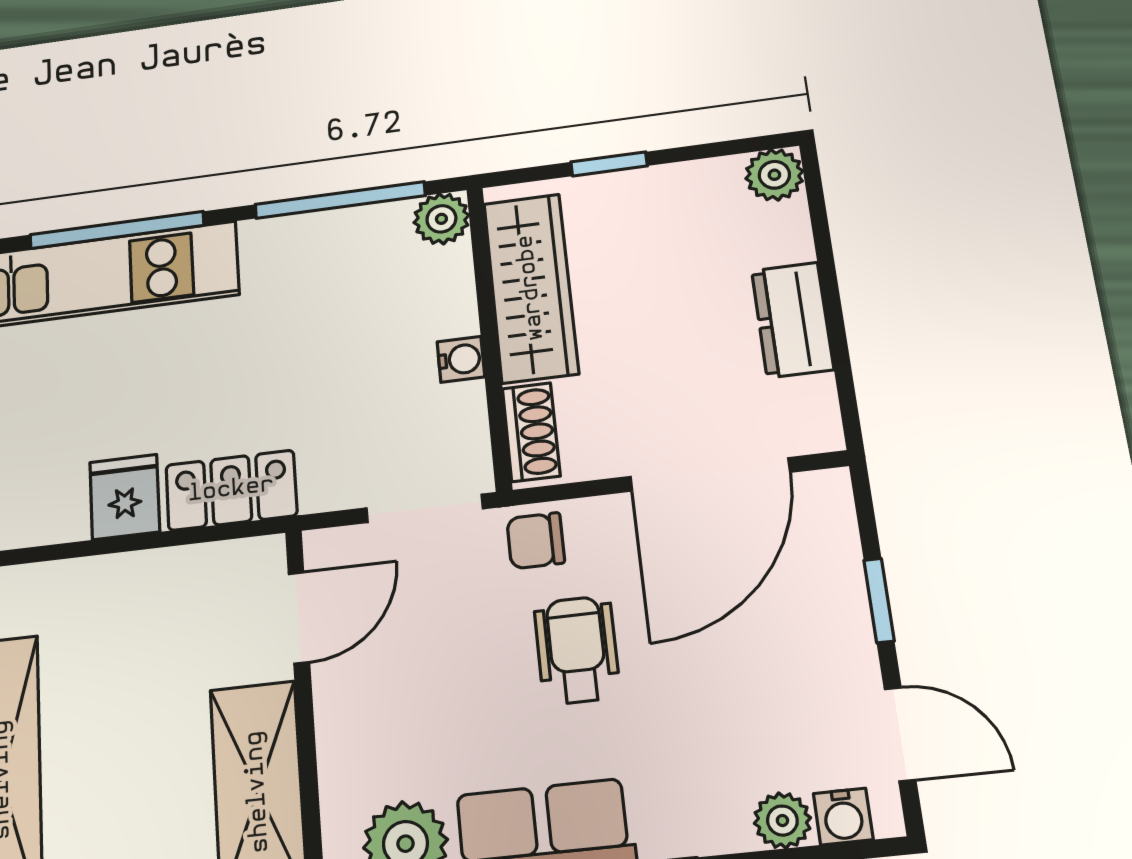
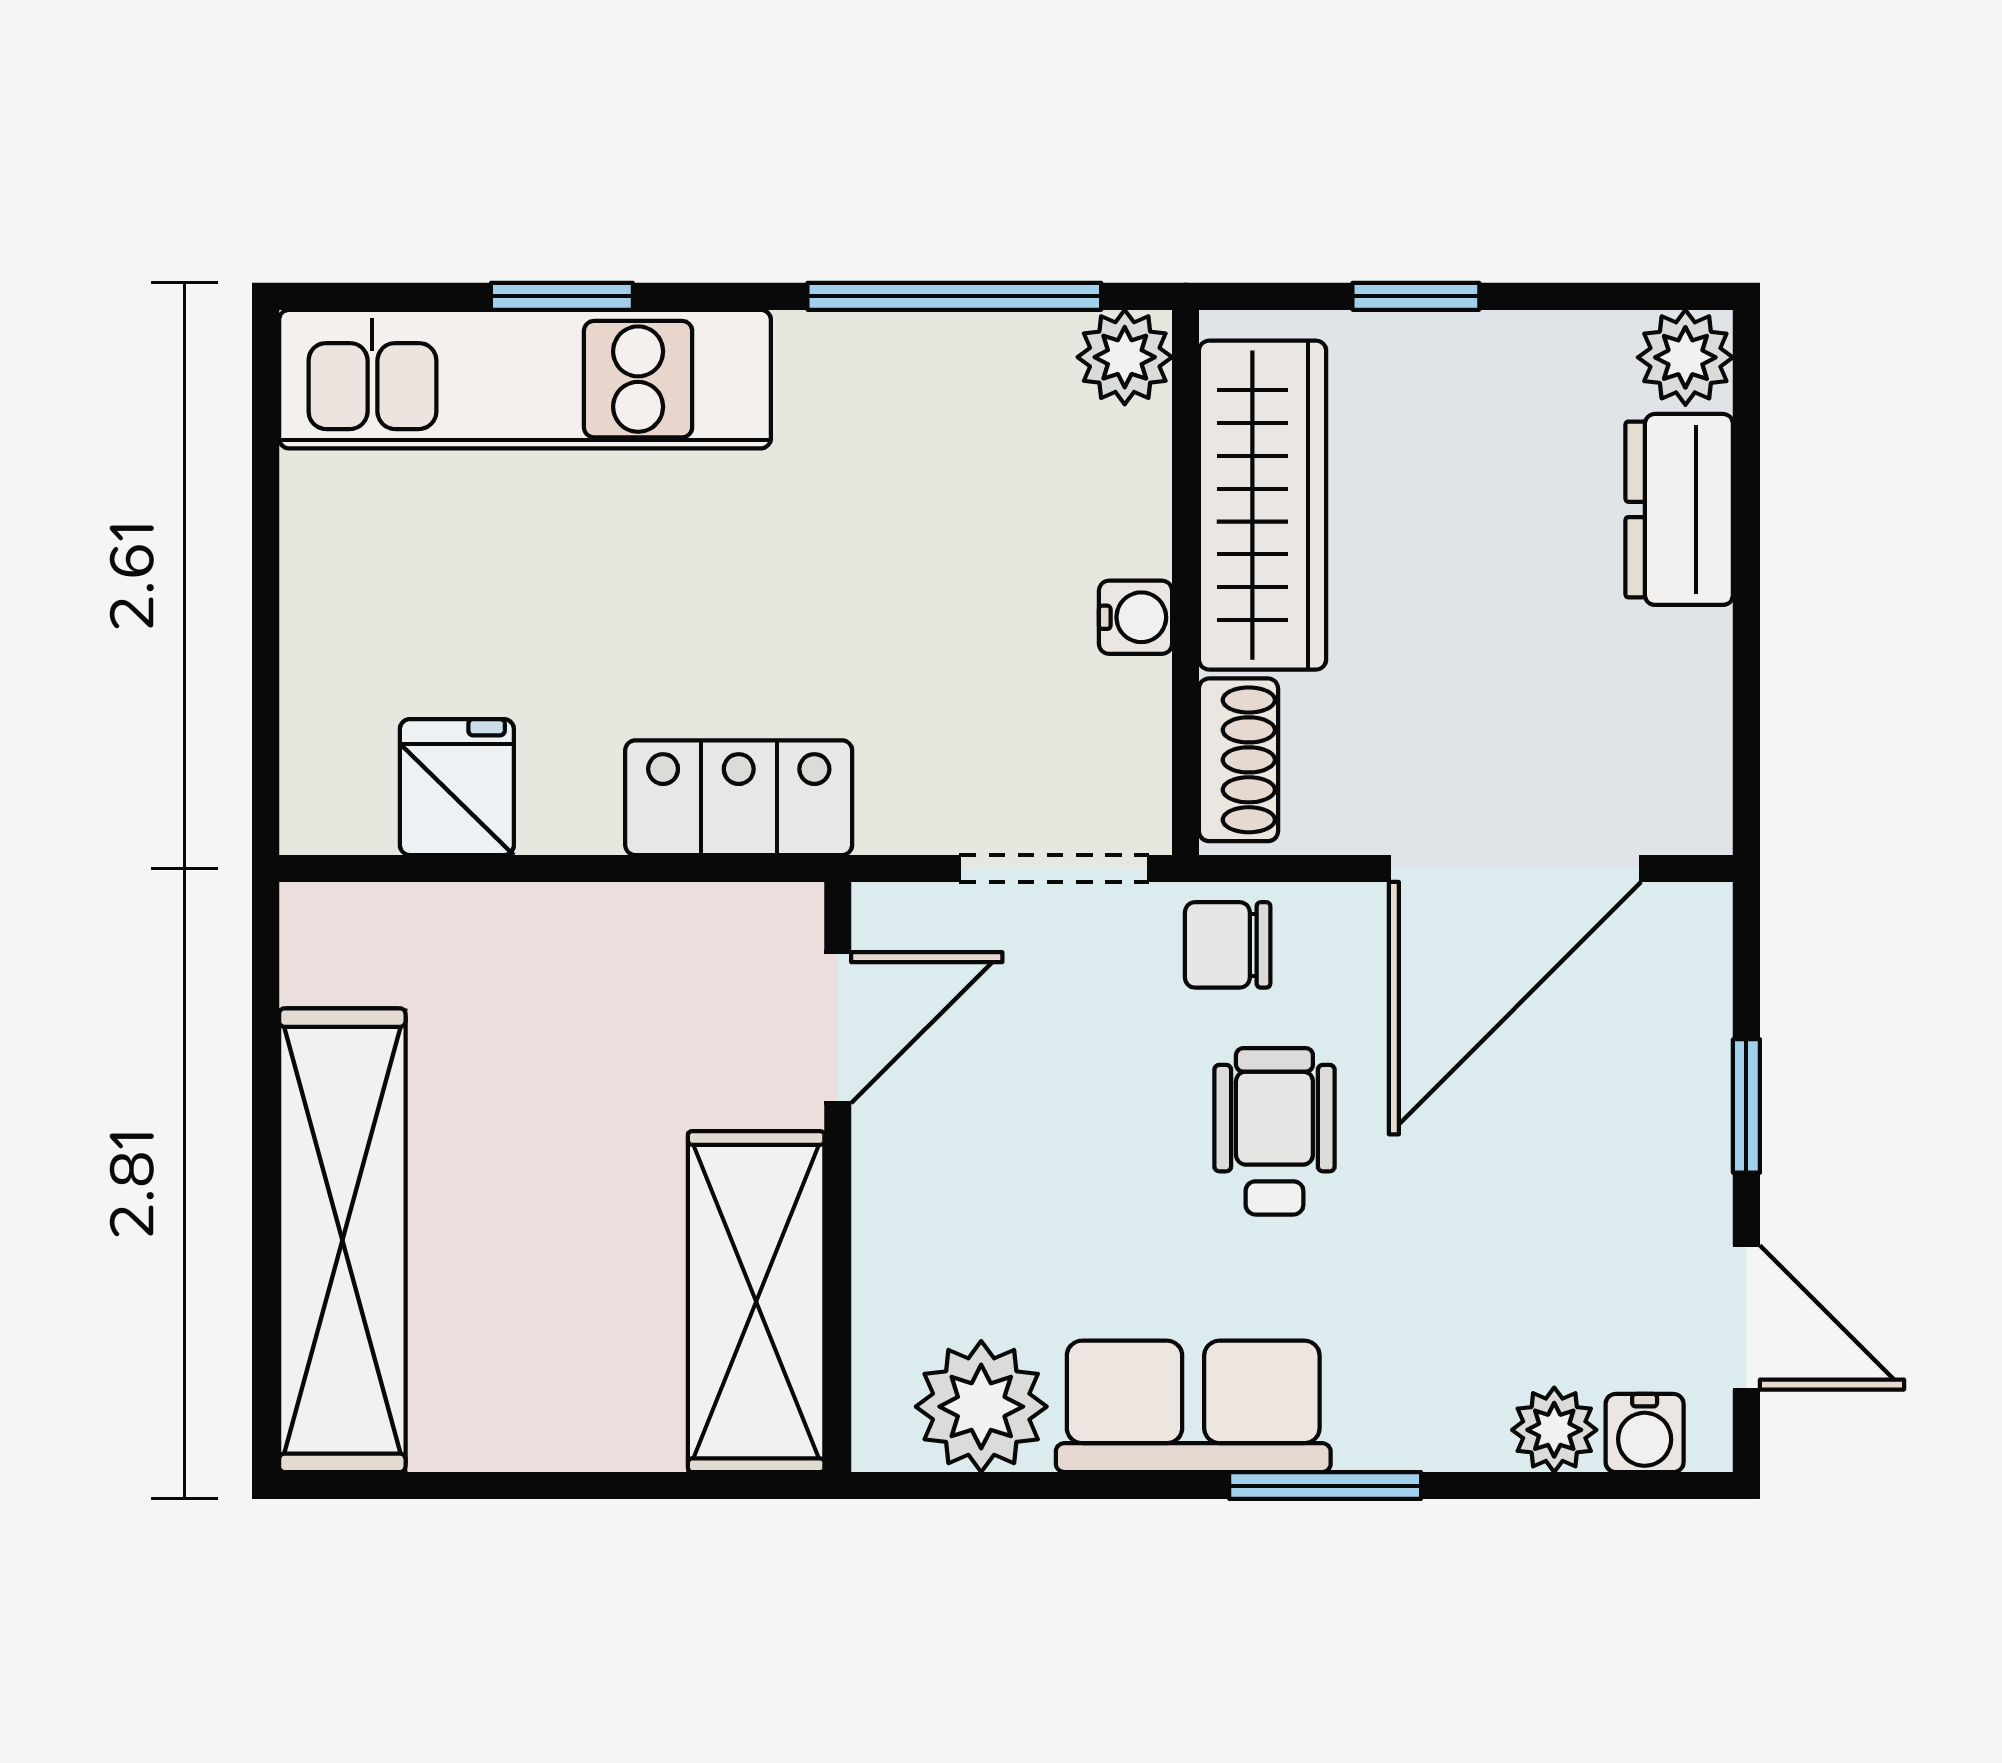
window: (117, 230) -> (562, 296), width x0.46
dresser: (792, 320) -> (1679, 509), moved
fridge: (125, 497) -> (457, 787), moved

